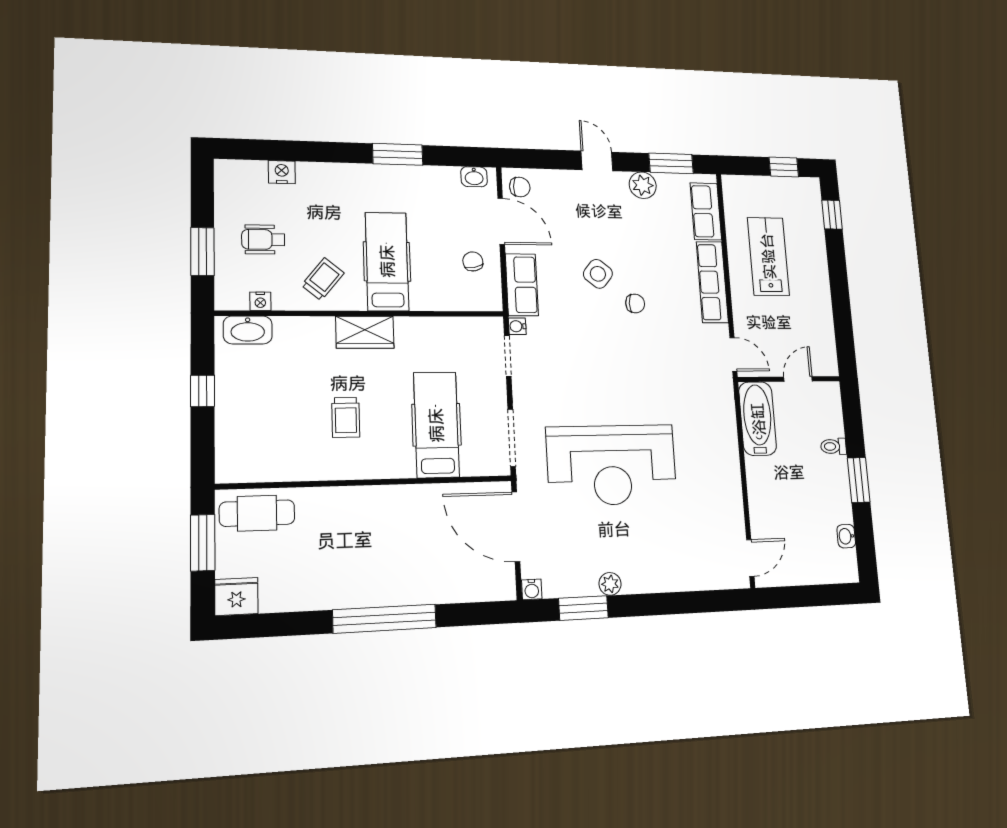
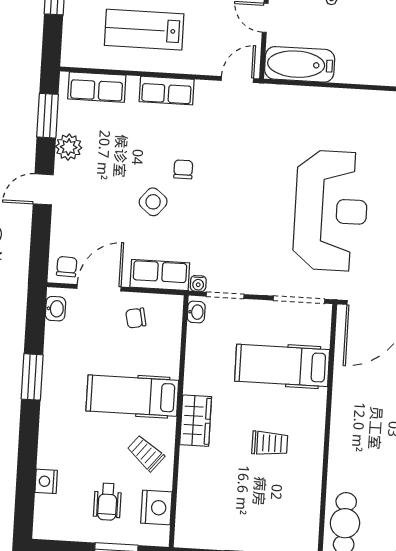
row of seats: (712, 282) -> (167, 91), width x0.68
nightstand: (260, 301) -> (156, 508), width x1.89, depth x1.79
washbasin: (248, 330) -> (196, 312), moved, width x0.52, depth x0.69

